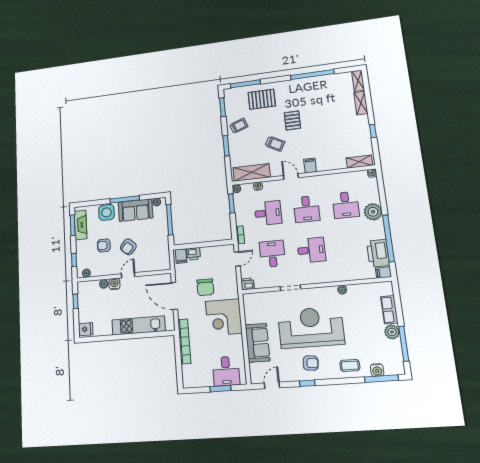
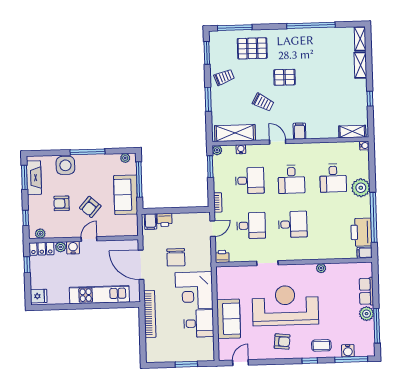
pallet: (292, 120) -> (285, 77), turned 90
sofa: (136, 210) -> (126, 195), moved, turned 90
desk: (272, 254) -> (251, 226), turned 90
locker: (88, 286) -> (42, 249), added
desk: (226, 371) -> (199, 323), moved, turned -90
window: (307, 383) -> (310, 361), moved

